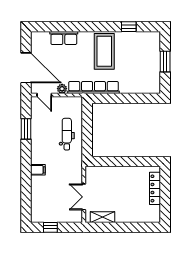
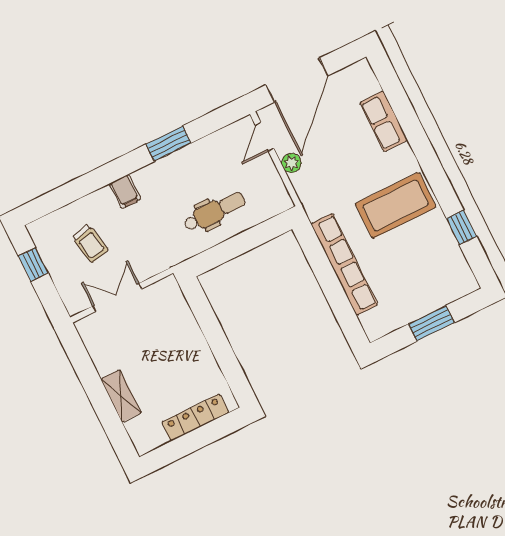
row of seats: (93, 87) -> (344, 264), moved
window: (26, 129) -> (169, 144), moved
trolley: (53, 197) -> (90, 244), added
shelving: (103, 217) -> (121, 396), moved

